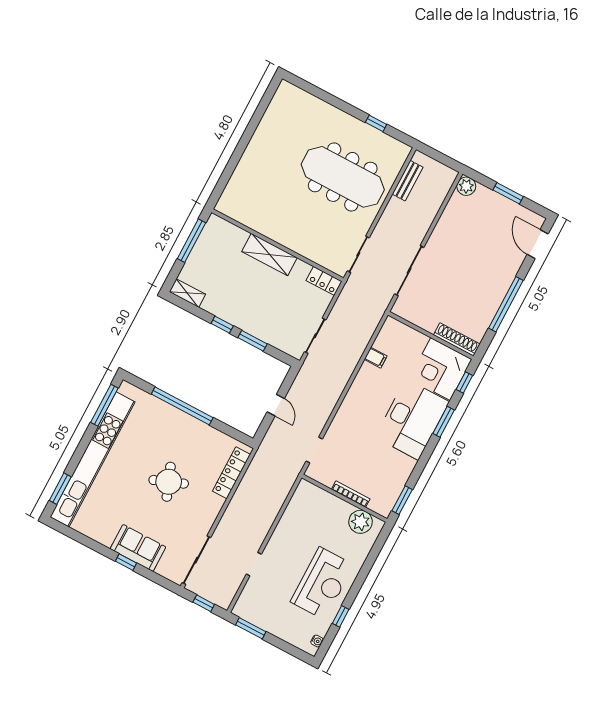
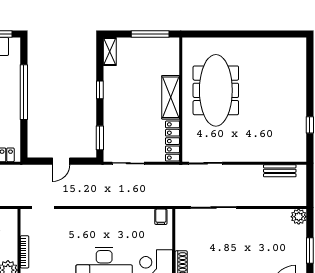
meeting table: (343, 177) -> (216, 90), moved
locker: (324, 281) -> (172, 141), width x1.53
window: (252, 341) -> (100, 138), moved
filing cabinet: (376, 358) -> (161, 217), moved

